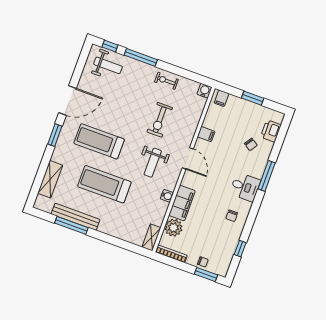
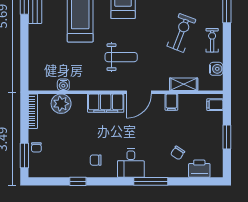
water cooler: (204, 91) -> (216, 69), moved
exercise bike: (160, 120) -> (181, 33), moved, turned 111
weight bench: (153, 163) -> (121, 57), turned 180
water cooler: (167, 196) -> (63, 85), moved
filing cabinet: (182, 203) -> (106, 103), moved
shelving: (151, 237) -> (184, 84), moved
window: (240, 249) -> (78, 181), moved

